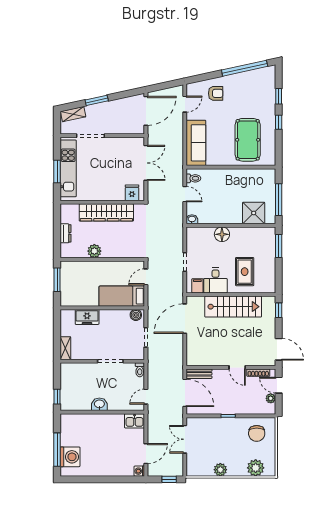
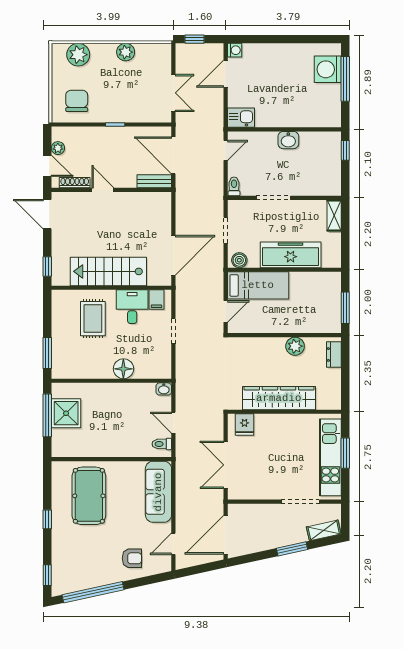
armchair: (216, 93) -> (132, 558), turned 180
window: (279, 96) -> (47, 575), moved
shower: (254, 213) -> (66, 413), moved
dresser: (65, 233) -> (334, 355), moved
freezer: (87, 317) -> (291, 255), width x1.91, depth x1.26

